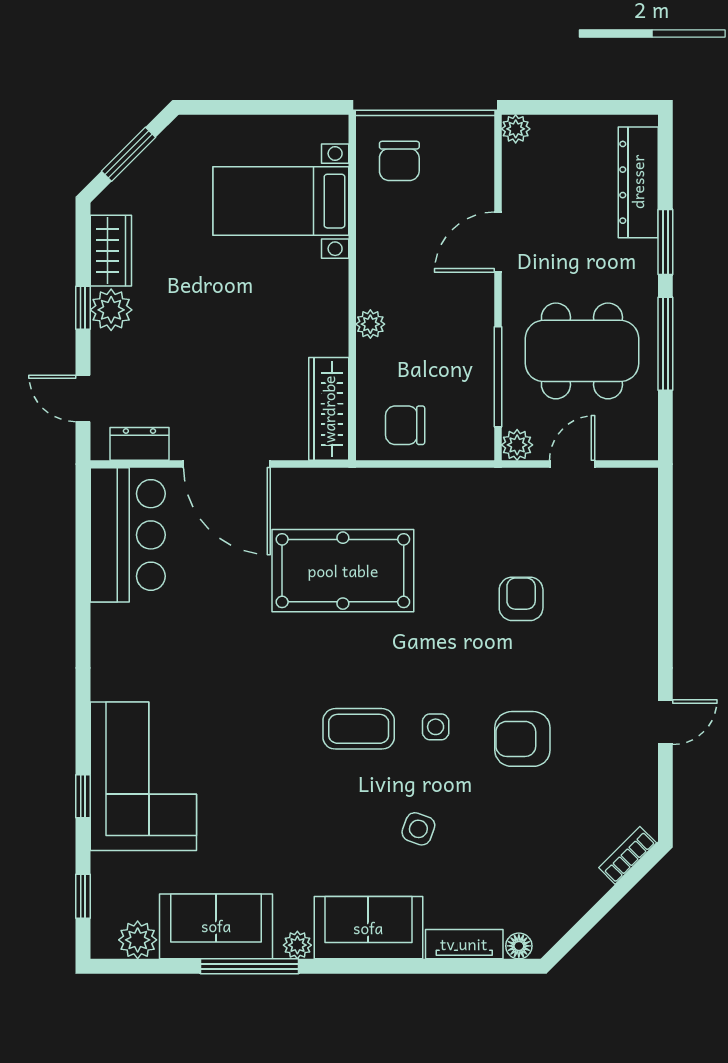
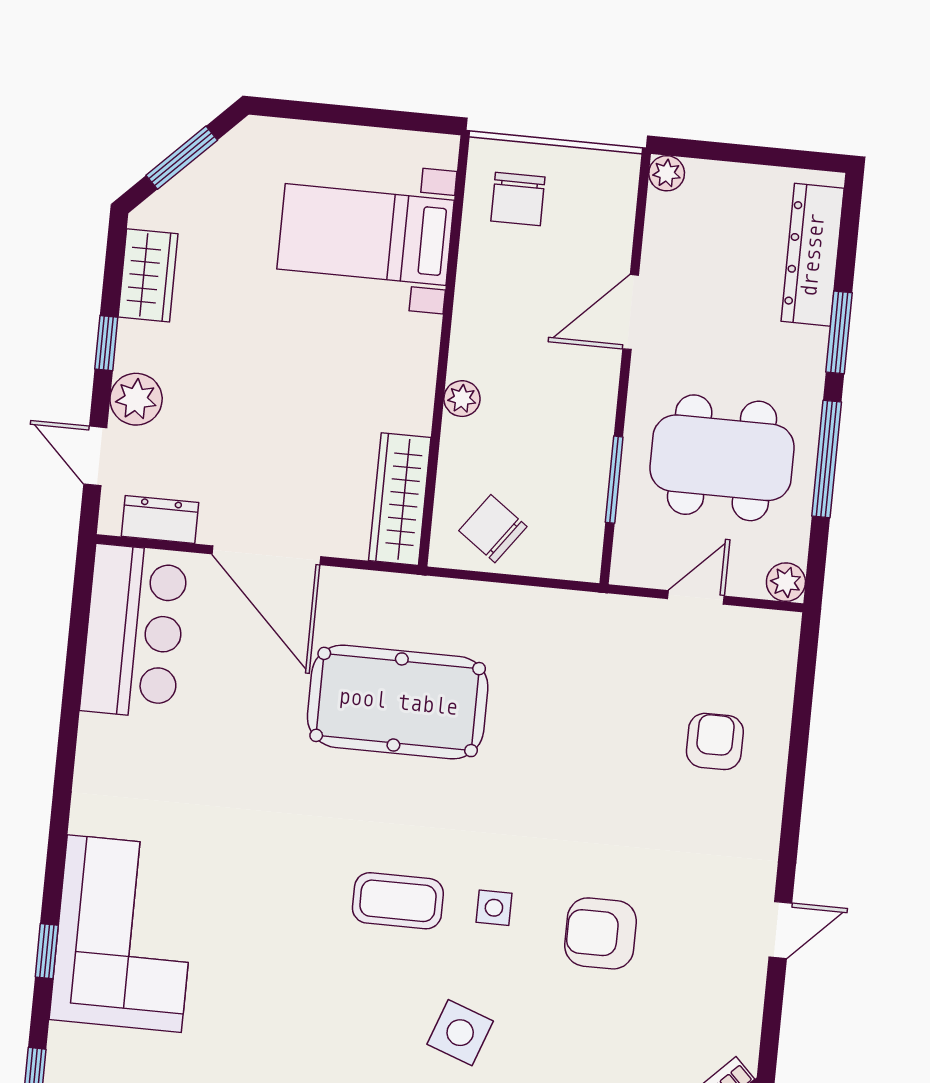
plant: (111, 310) -> (136, 399), moved
window: (498, 377) -> (614, 480), width x0.69
chair: (405, 425) -> (493, 529), turned 36
plant: (517, 445) -> (786, 582), moved
armchair: (521, 599) -> (715, 741), moved
side table: (418, 829) -> (460, 1033), width x1.37, depth x1.37

